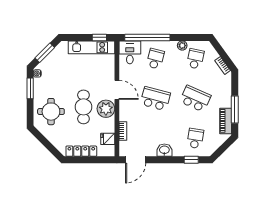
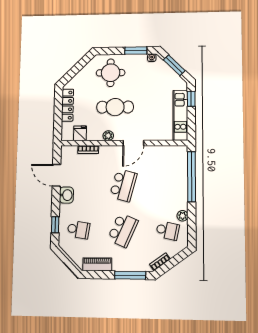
window: (99, 37) -> (191, 99), moved
desk: (130, 52) -> (175, 157), removed
school desk: (155, 59) -> (168, 185), removed
plant: (106, 109) -> (108, 136), width x0.53, depth x0.53
window: (235, 109) -> (130, 275), moved
door: (136, 160) -> (56, 175), moved

